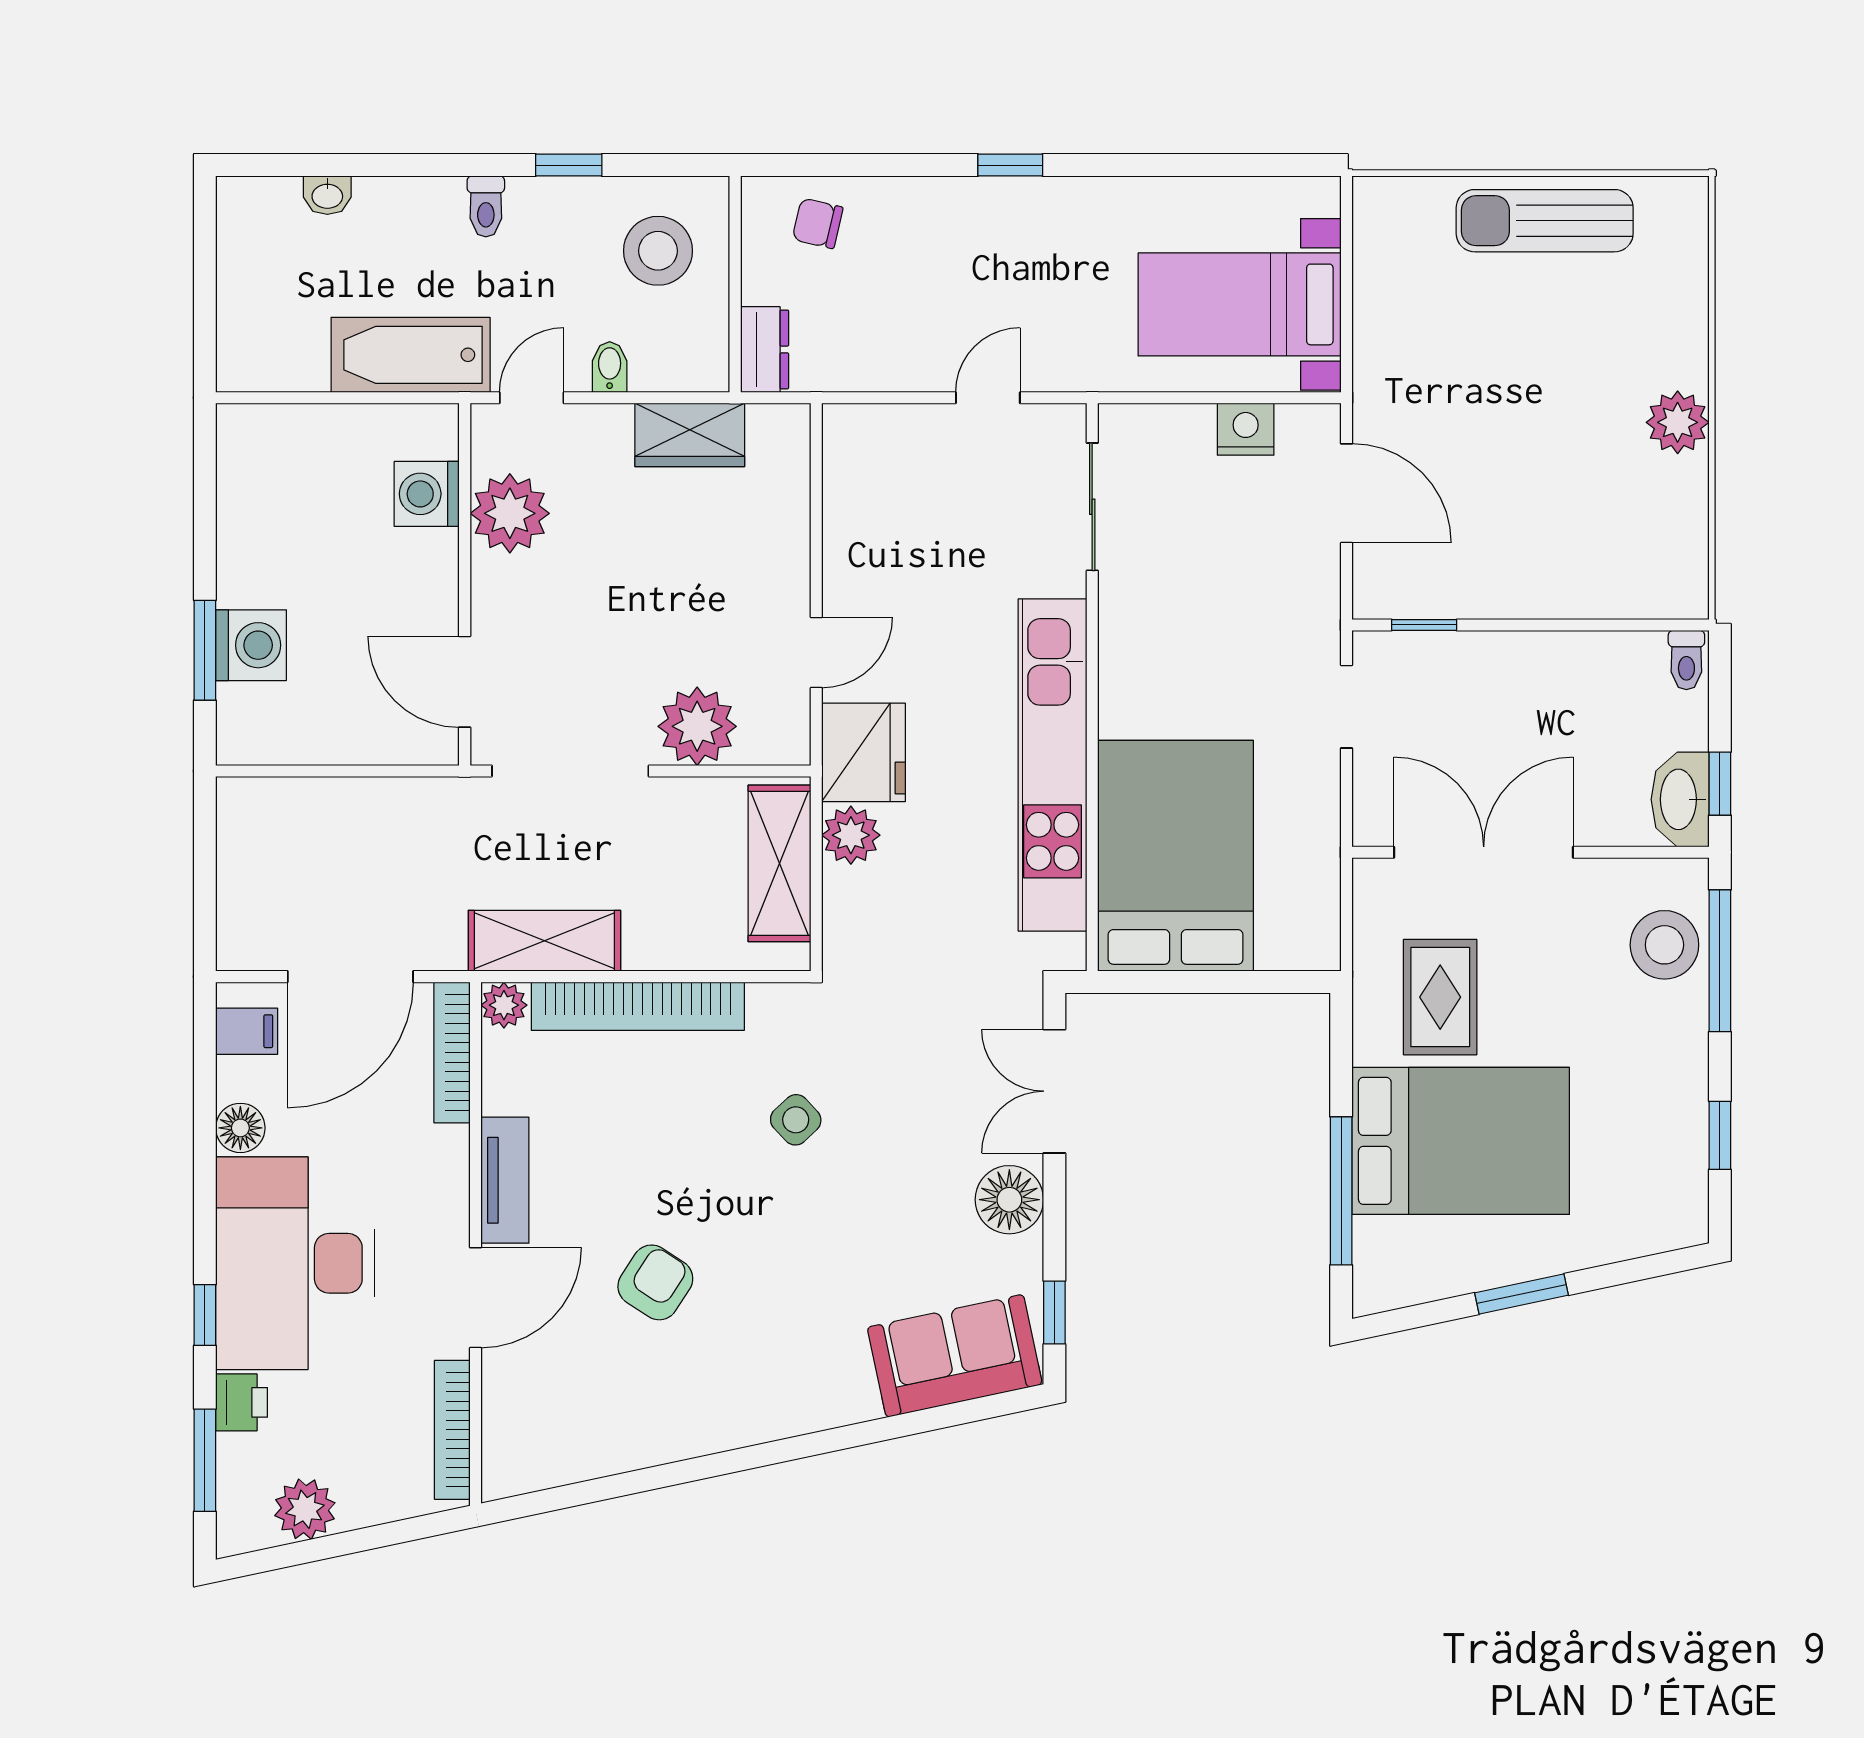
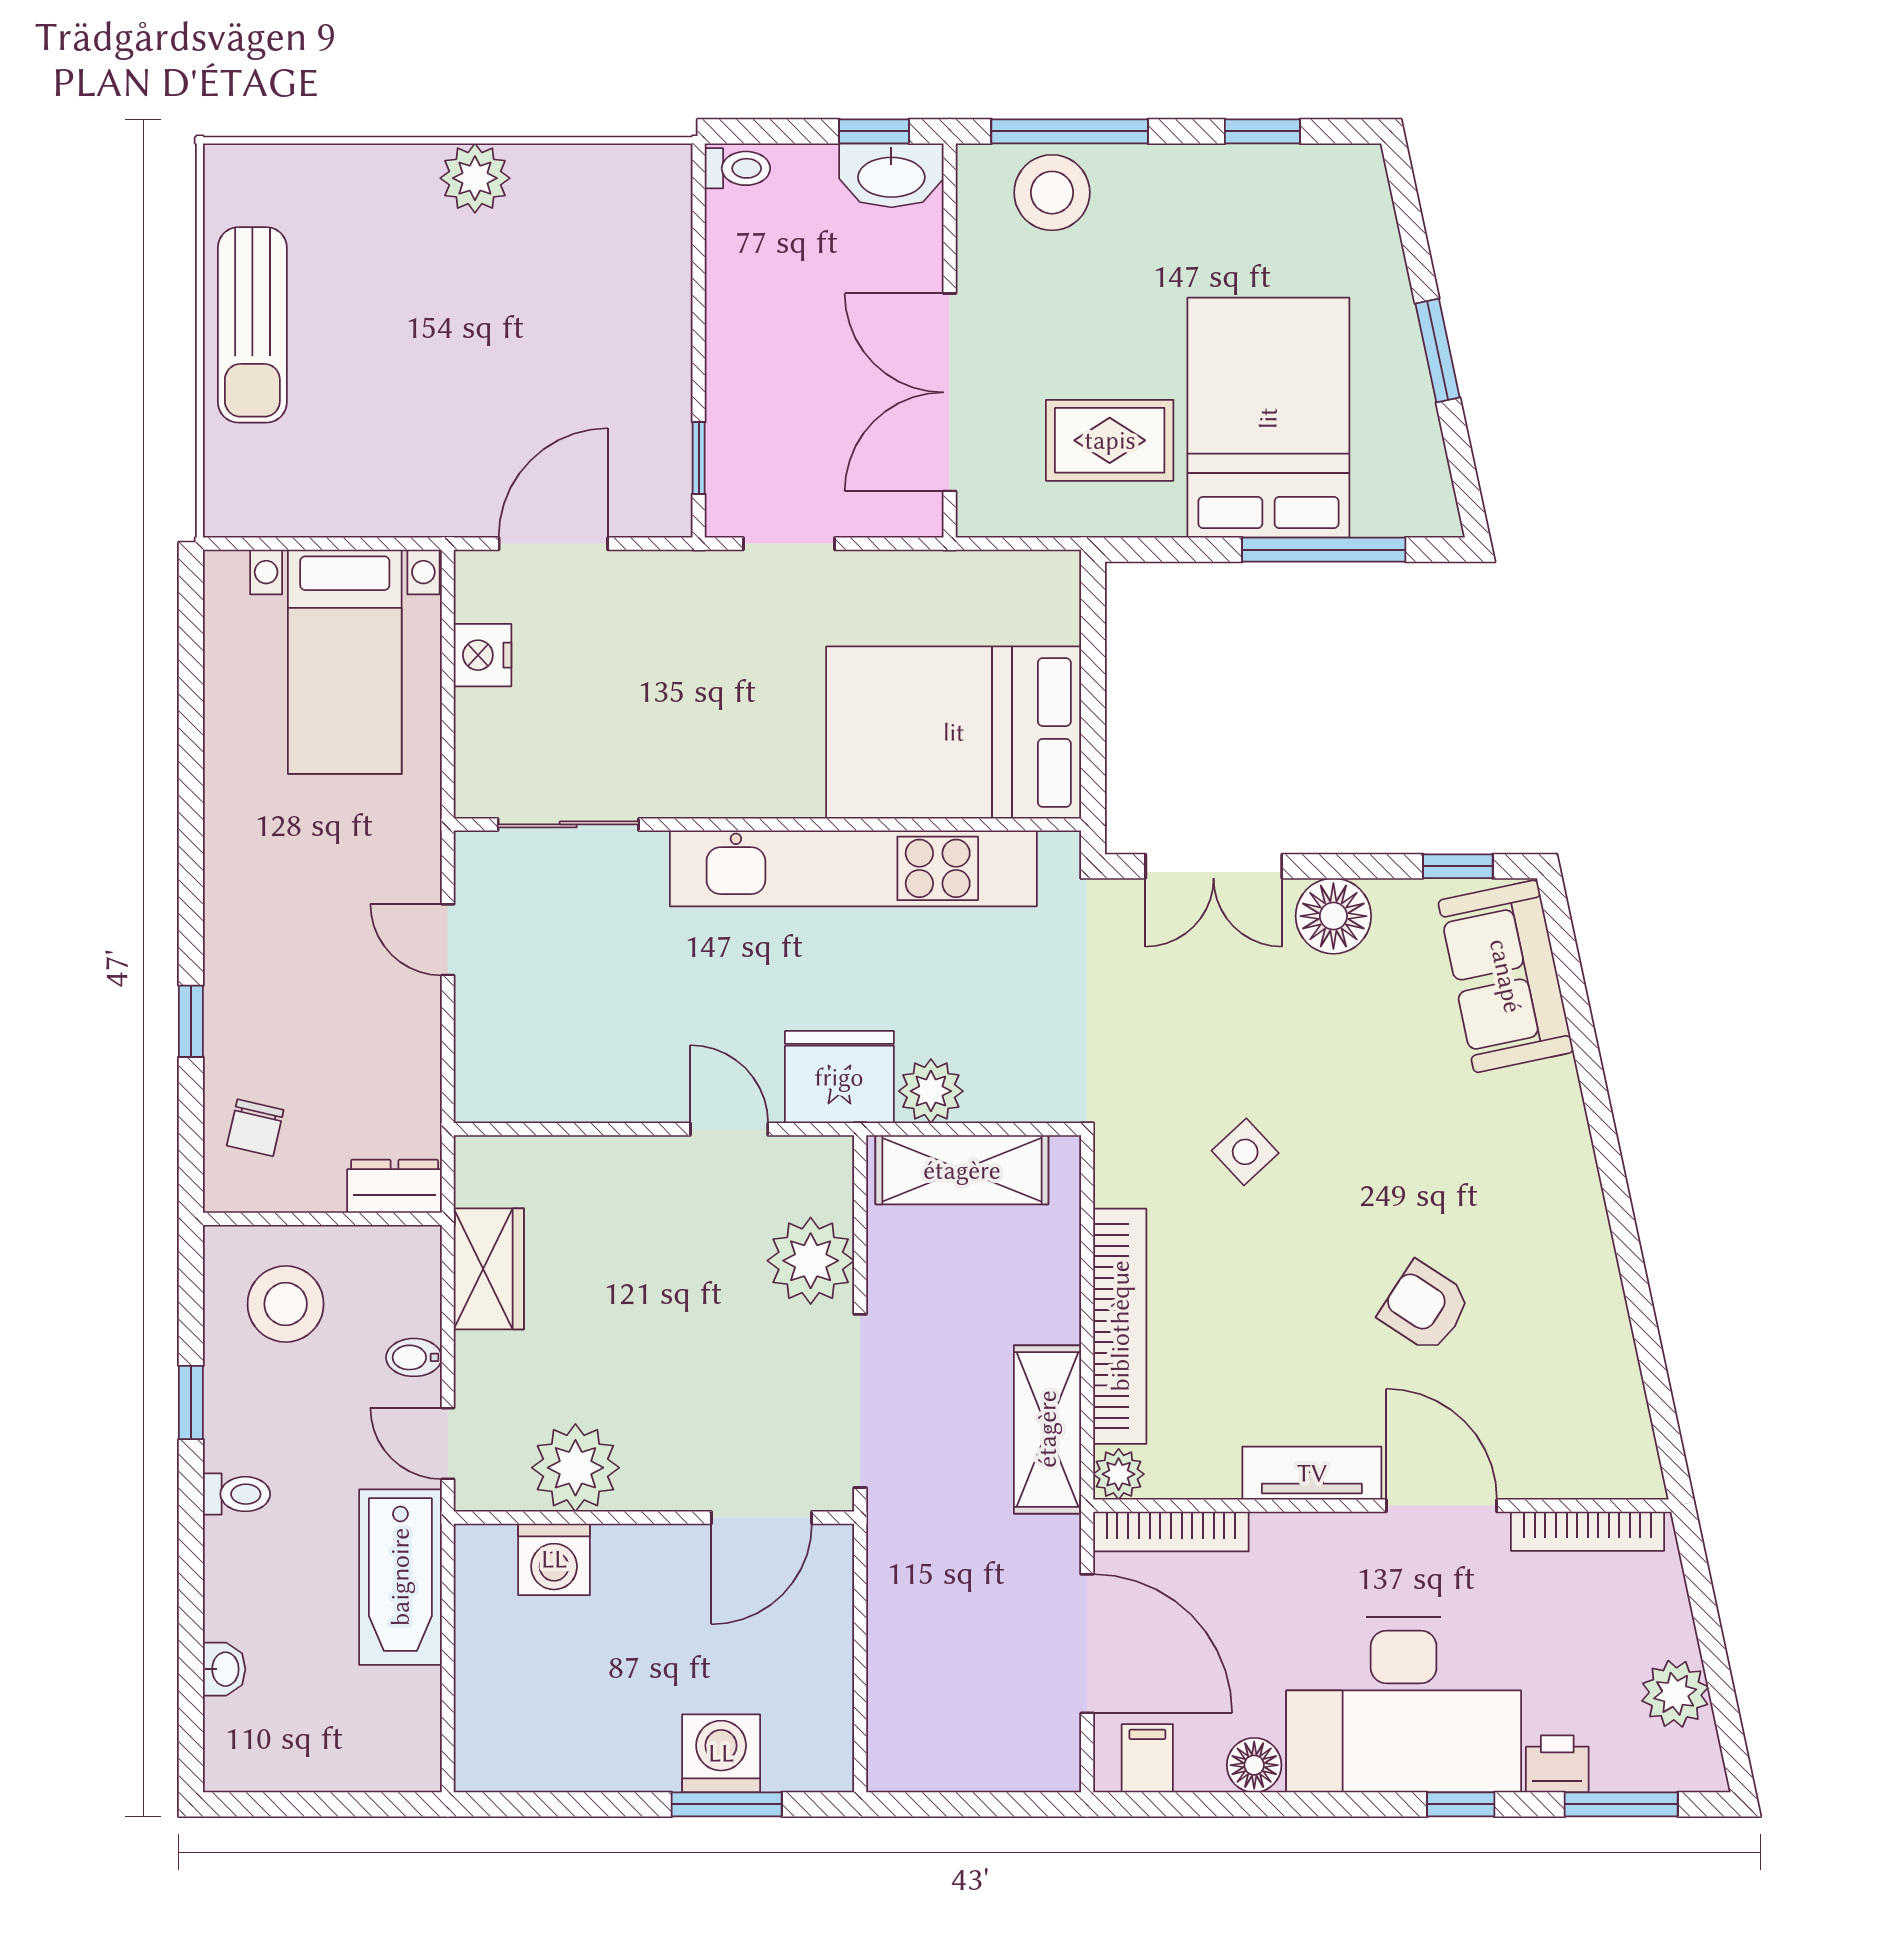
window: (1010, 165) -> (191, 1021), moved

